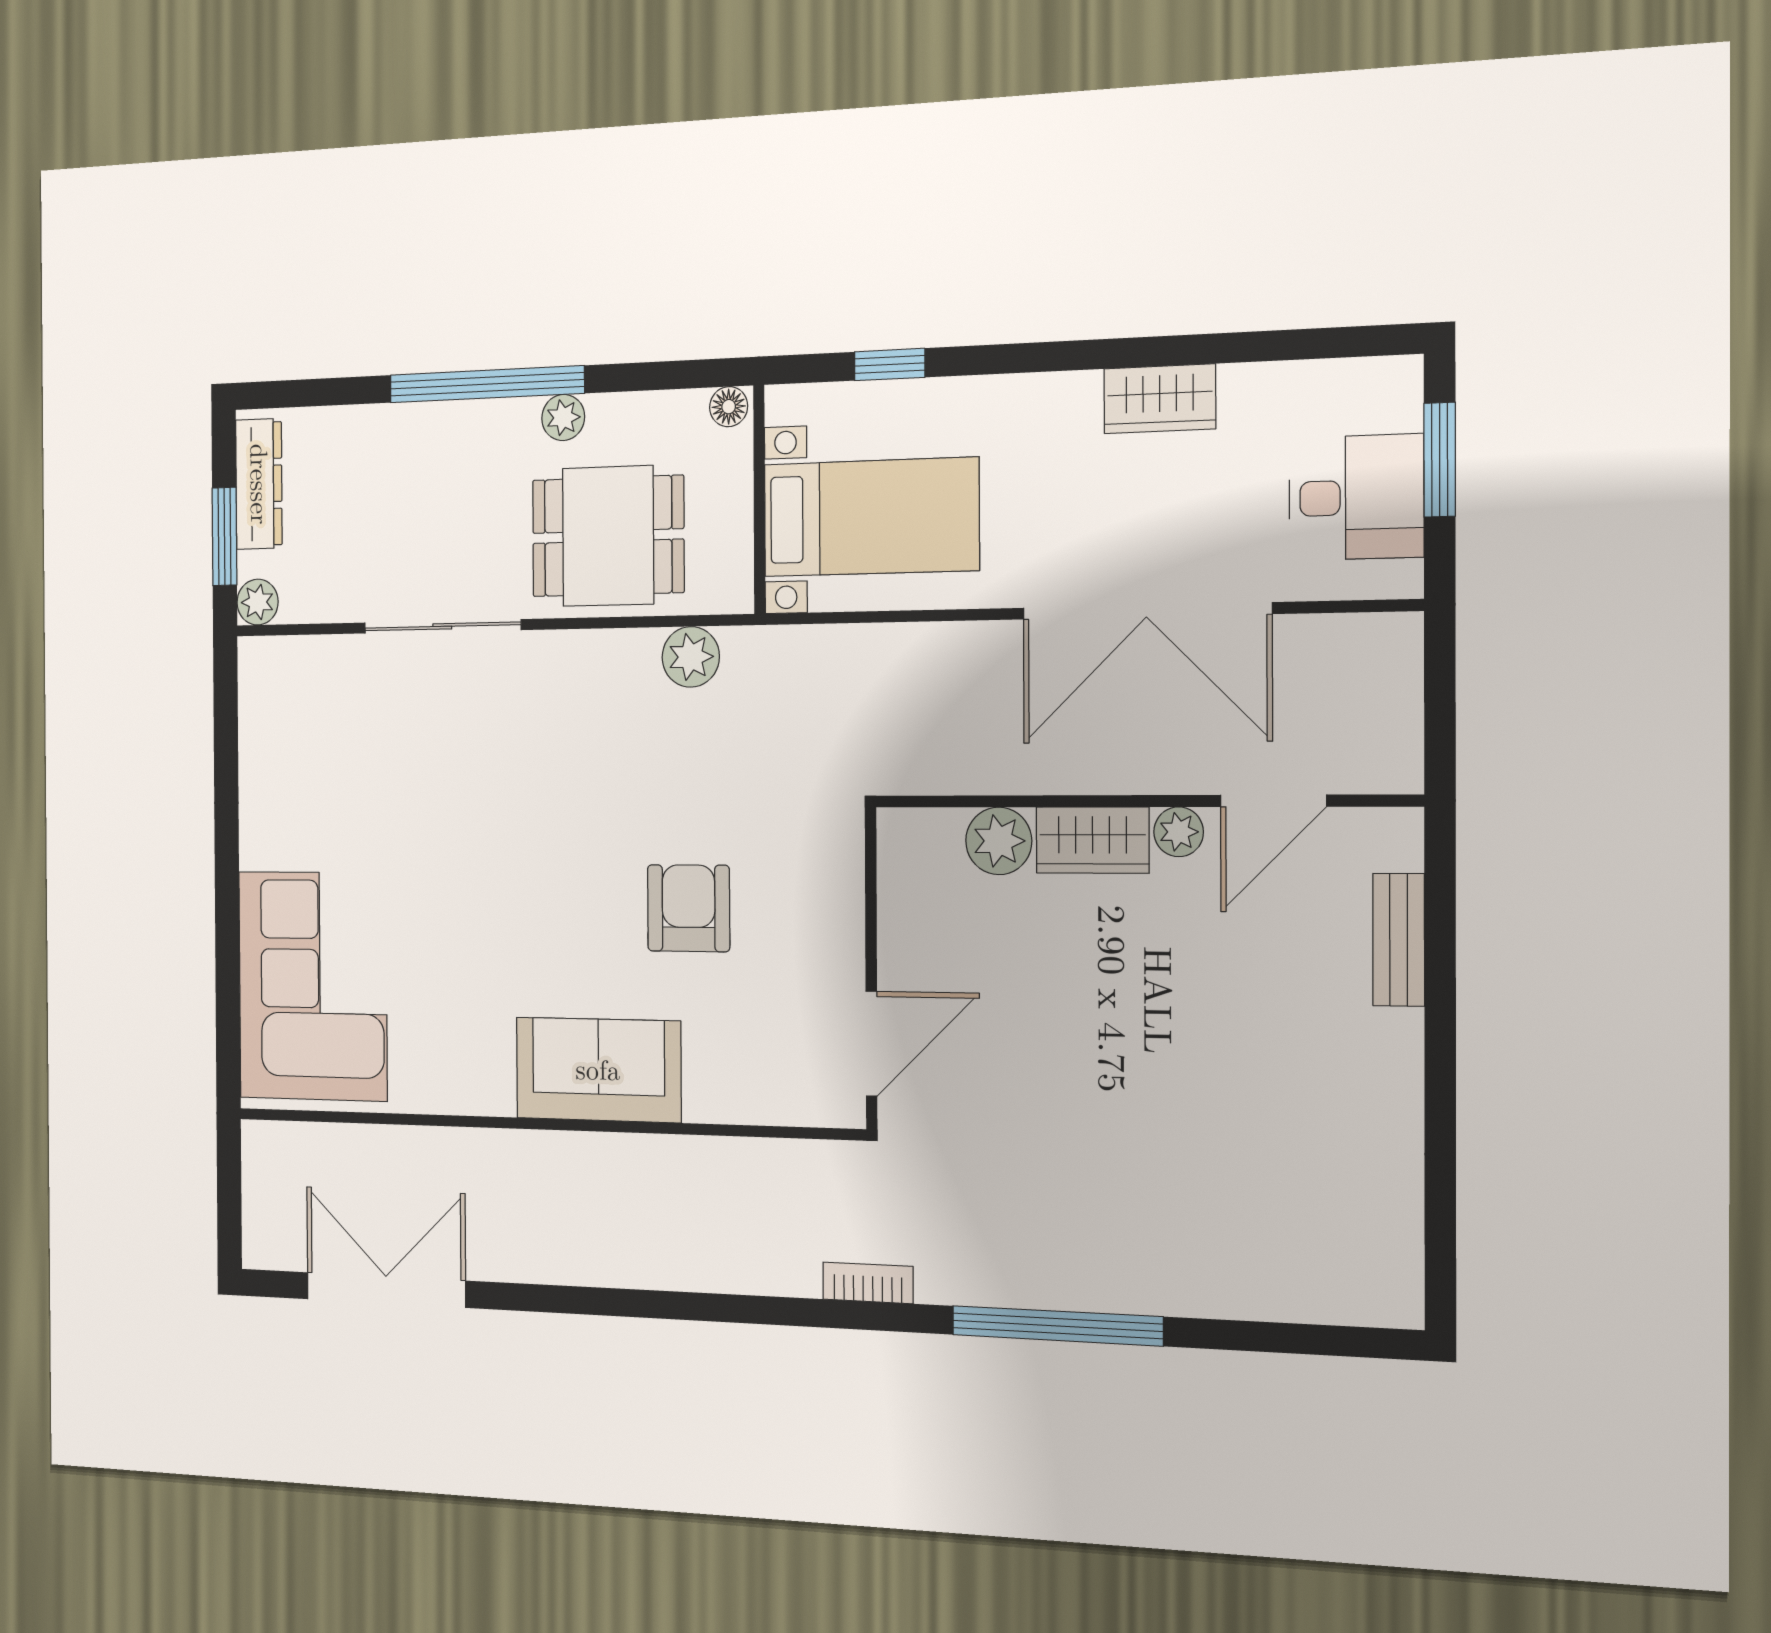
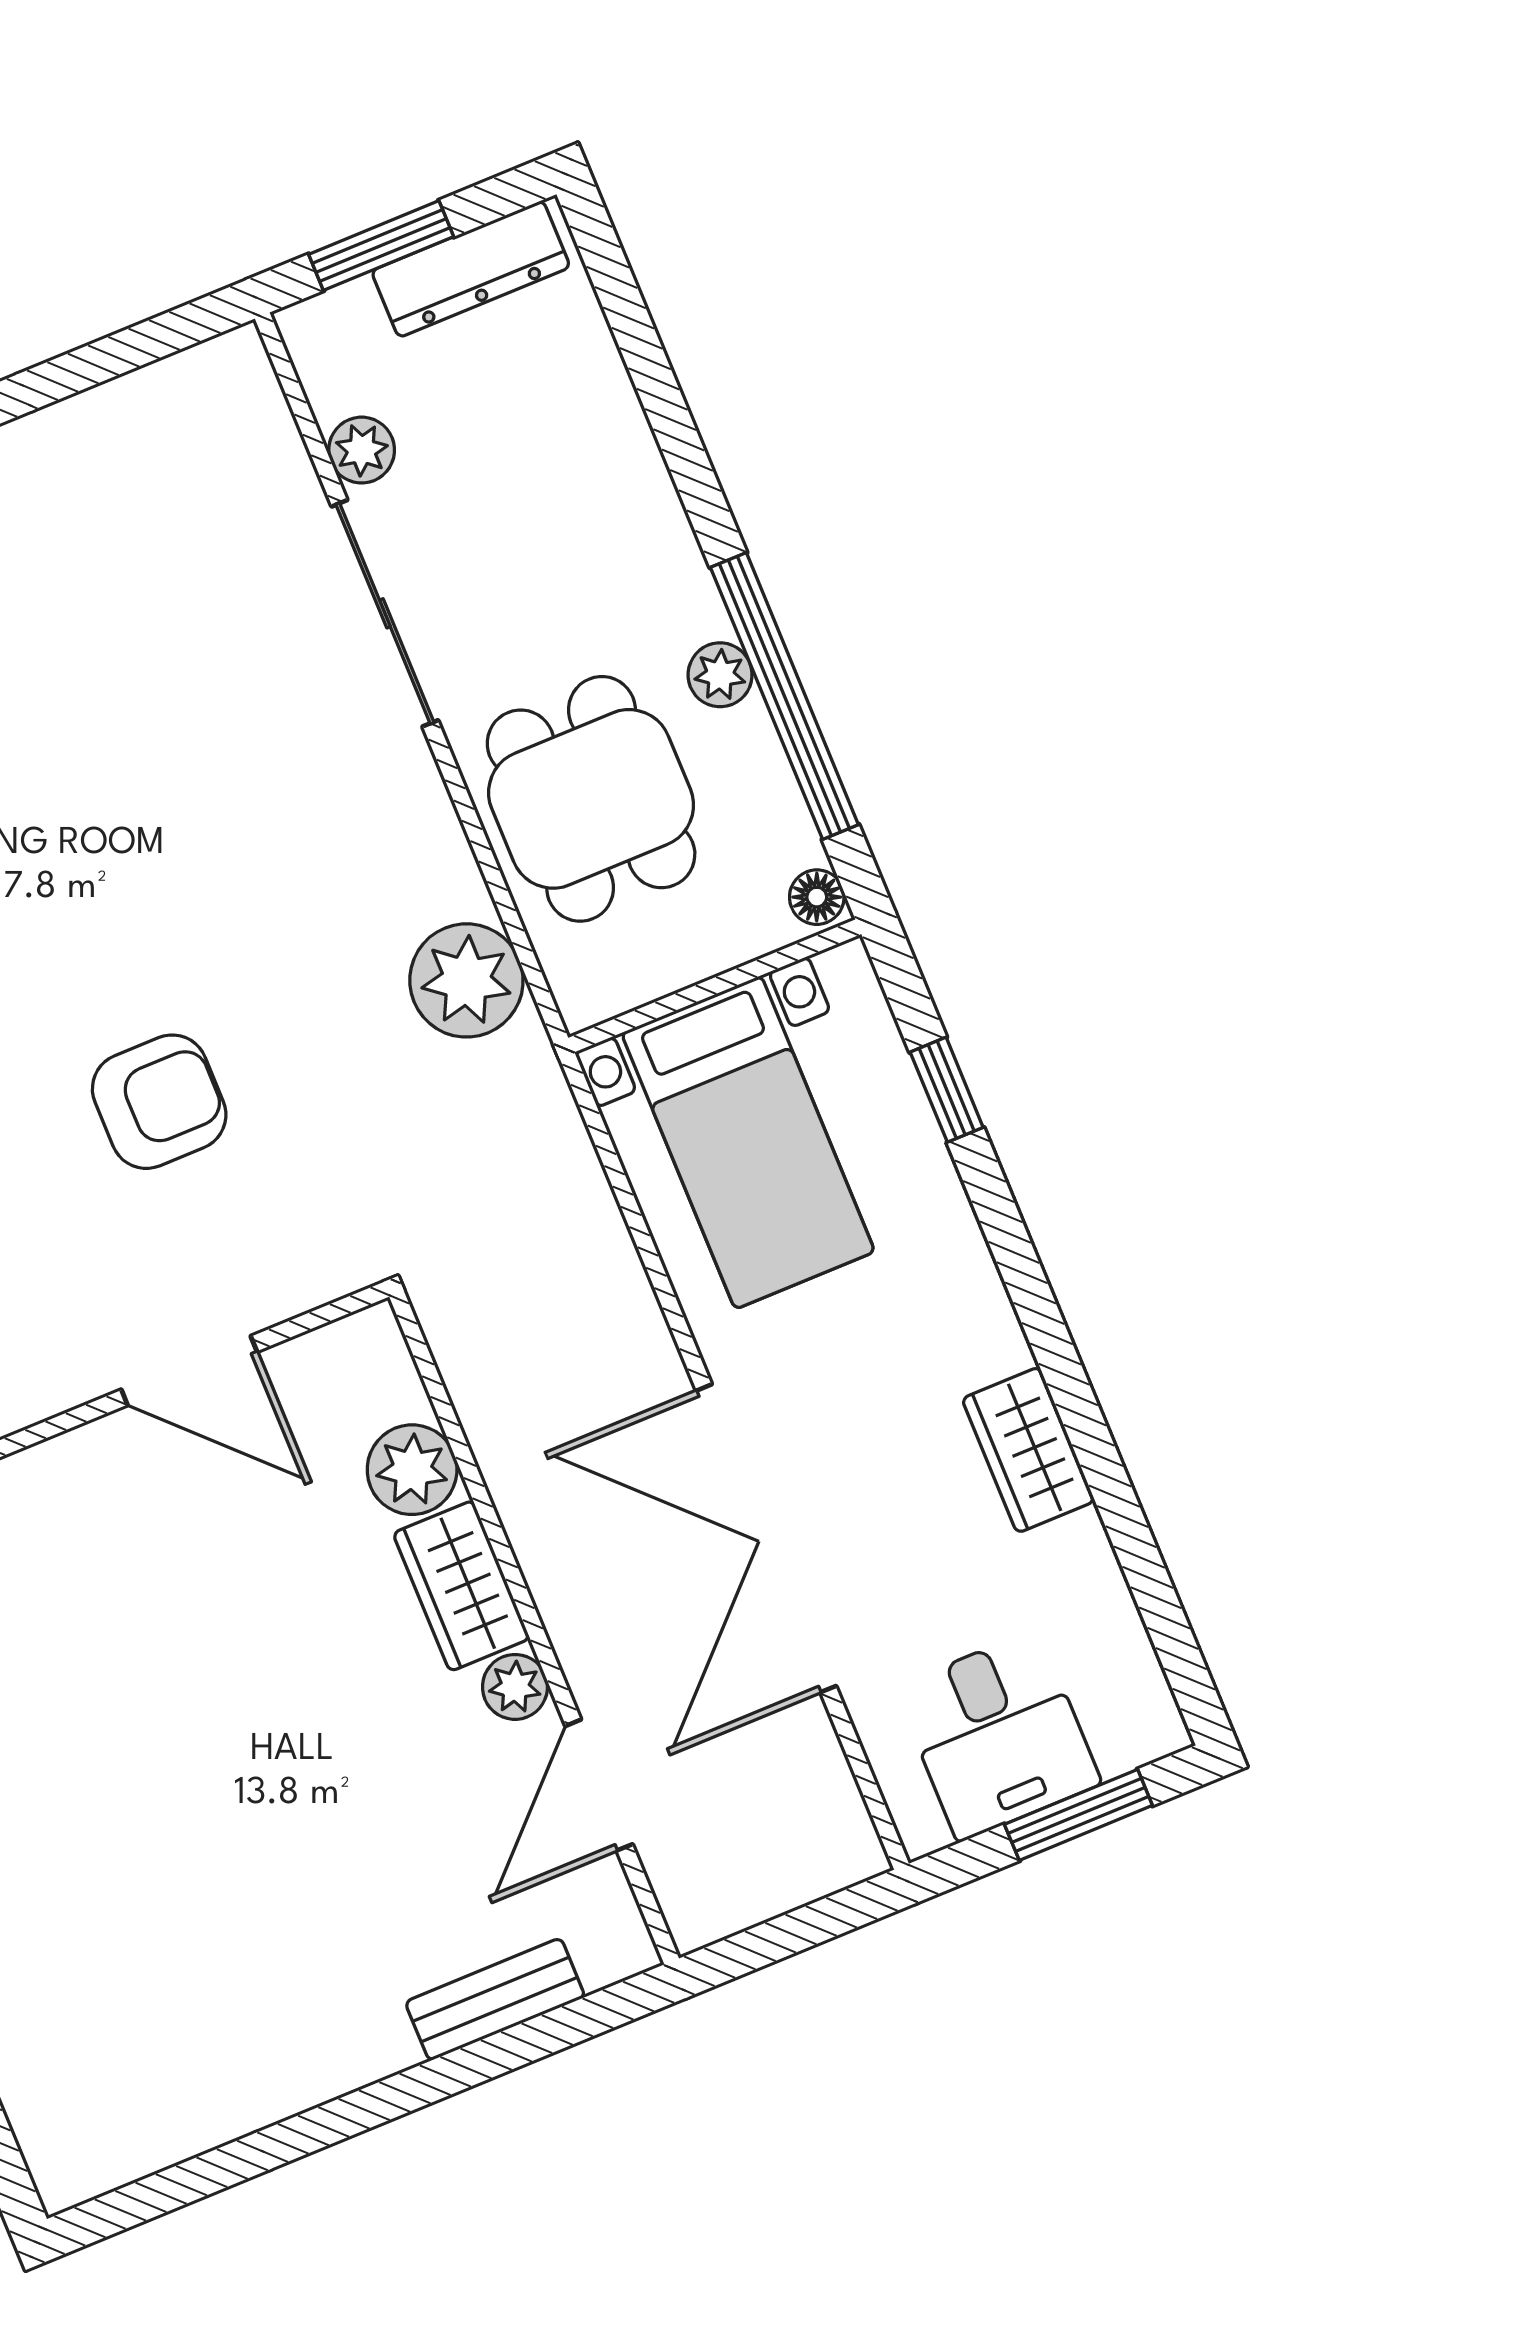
window: (487, 384) -> (784, 696), moved
plant: (258, 602) -> (362, 450), moved
plant: (691, 657) -> (466, 980), width x1.36, depth x1.36
door: (1273, 801) -> (599, 1785), hinge flipped
door: (871, 1044) -> (189, 1371), moved

